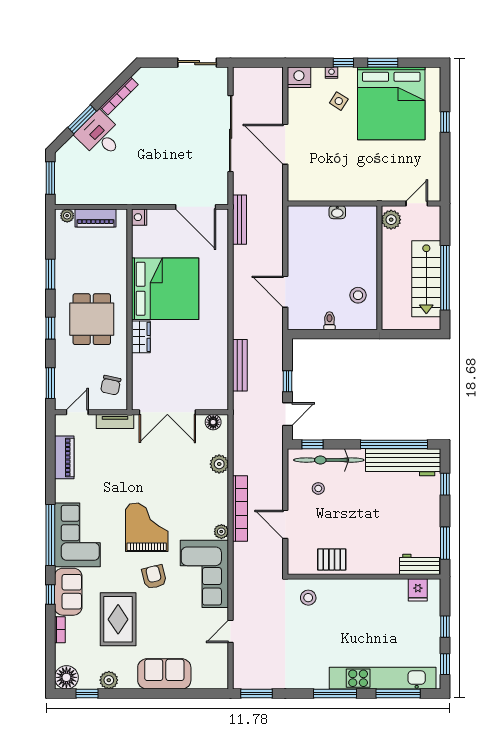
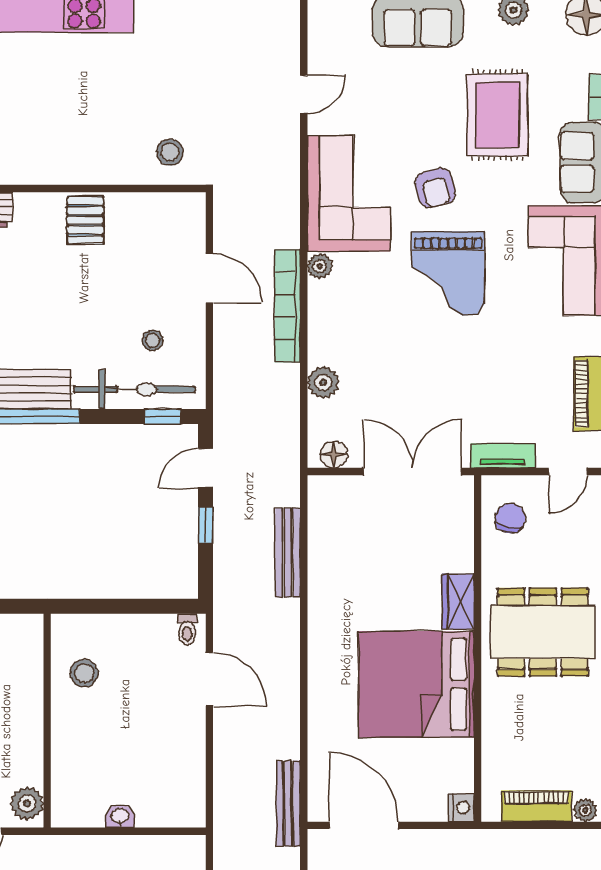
dining table: (92, 319) -> (543, 632), width x1.37
toilet: (329, 321) -> (187, 629), moved
pallet: (332, 559) -> (85, 220), moved, turned 90

